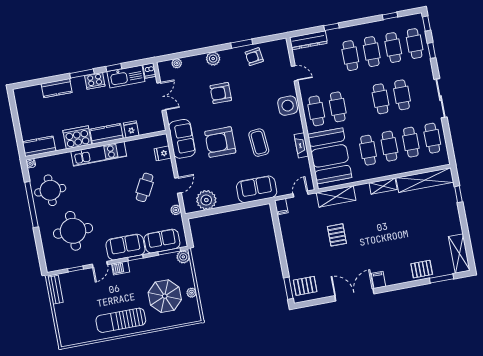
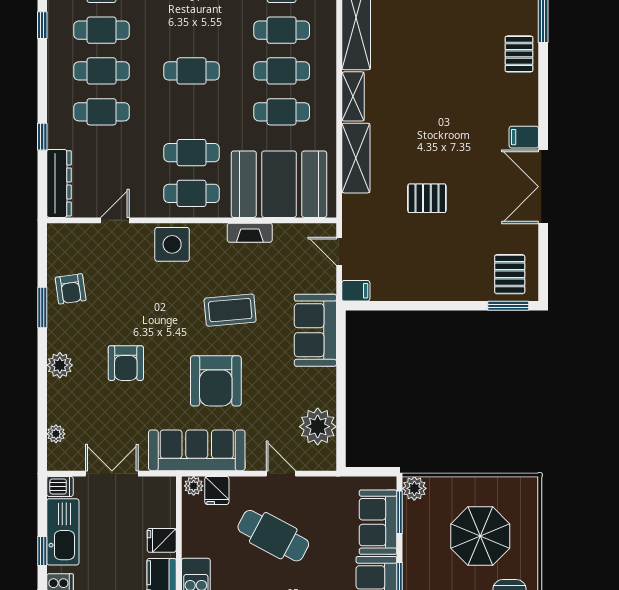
cafe table: (402, 95) -> (192, 30), removed
sofa: (182, 139) -> (197, 450), width x1.36
cafe table: (145, 187) -> (273, 536), width x1.37, depth x1.35
shelving: (336, 196) -> (356, 158), moved
plant: (176, 210) -> (194, 486), moved
plant: (192, 293) -> (483, 485), removed

